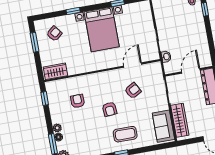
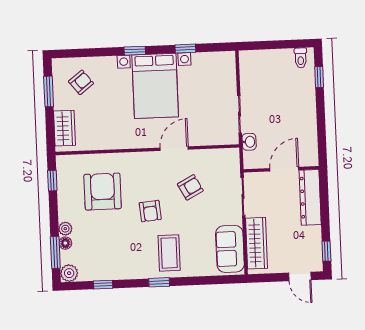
window: (73, 11) -> (135, 51), moved
door: (133, 65) -> (174, 149), moved
wardrobe: (55, 71) -> (64, 128), moved, turned 90
armchair: (78, 101) -> (103, 192), width x1.88, depth x1.88
coffee table: (125, 134) -> (169, 253), turned 90

